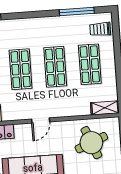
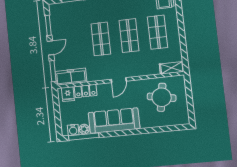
round table: (91, 143) -> (162, 97), turned 32

